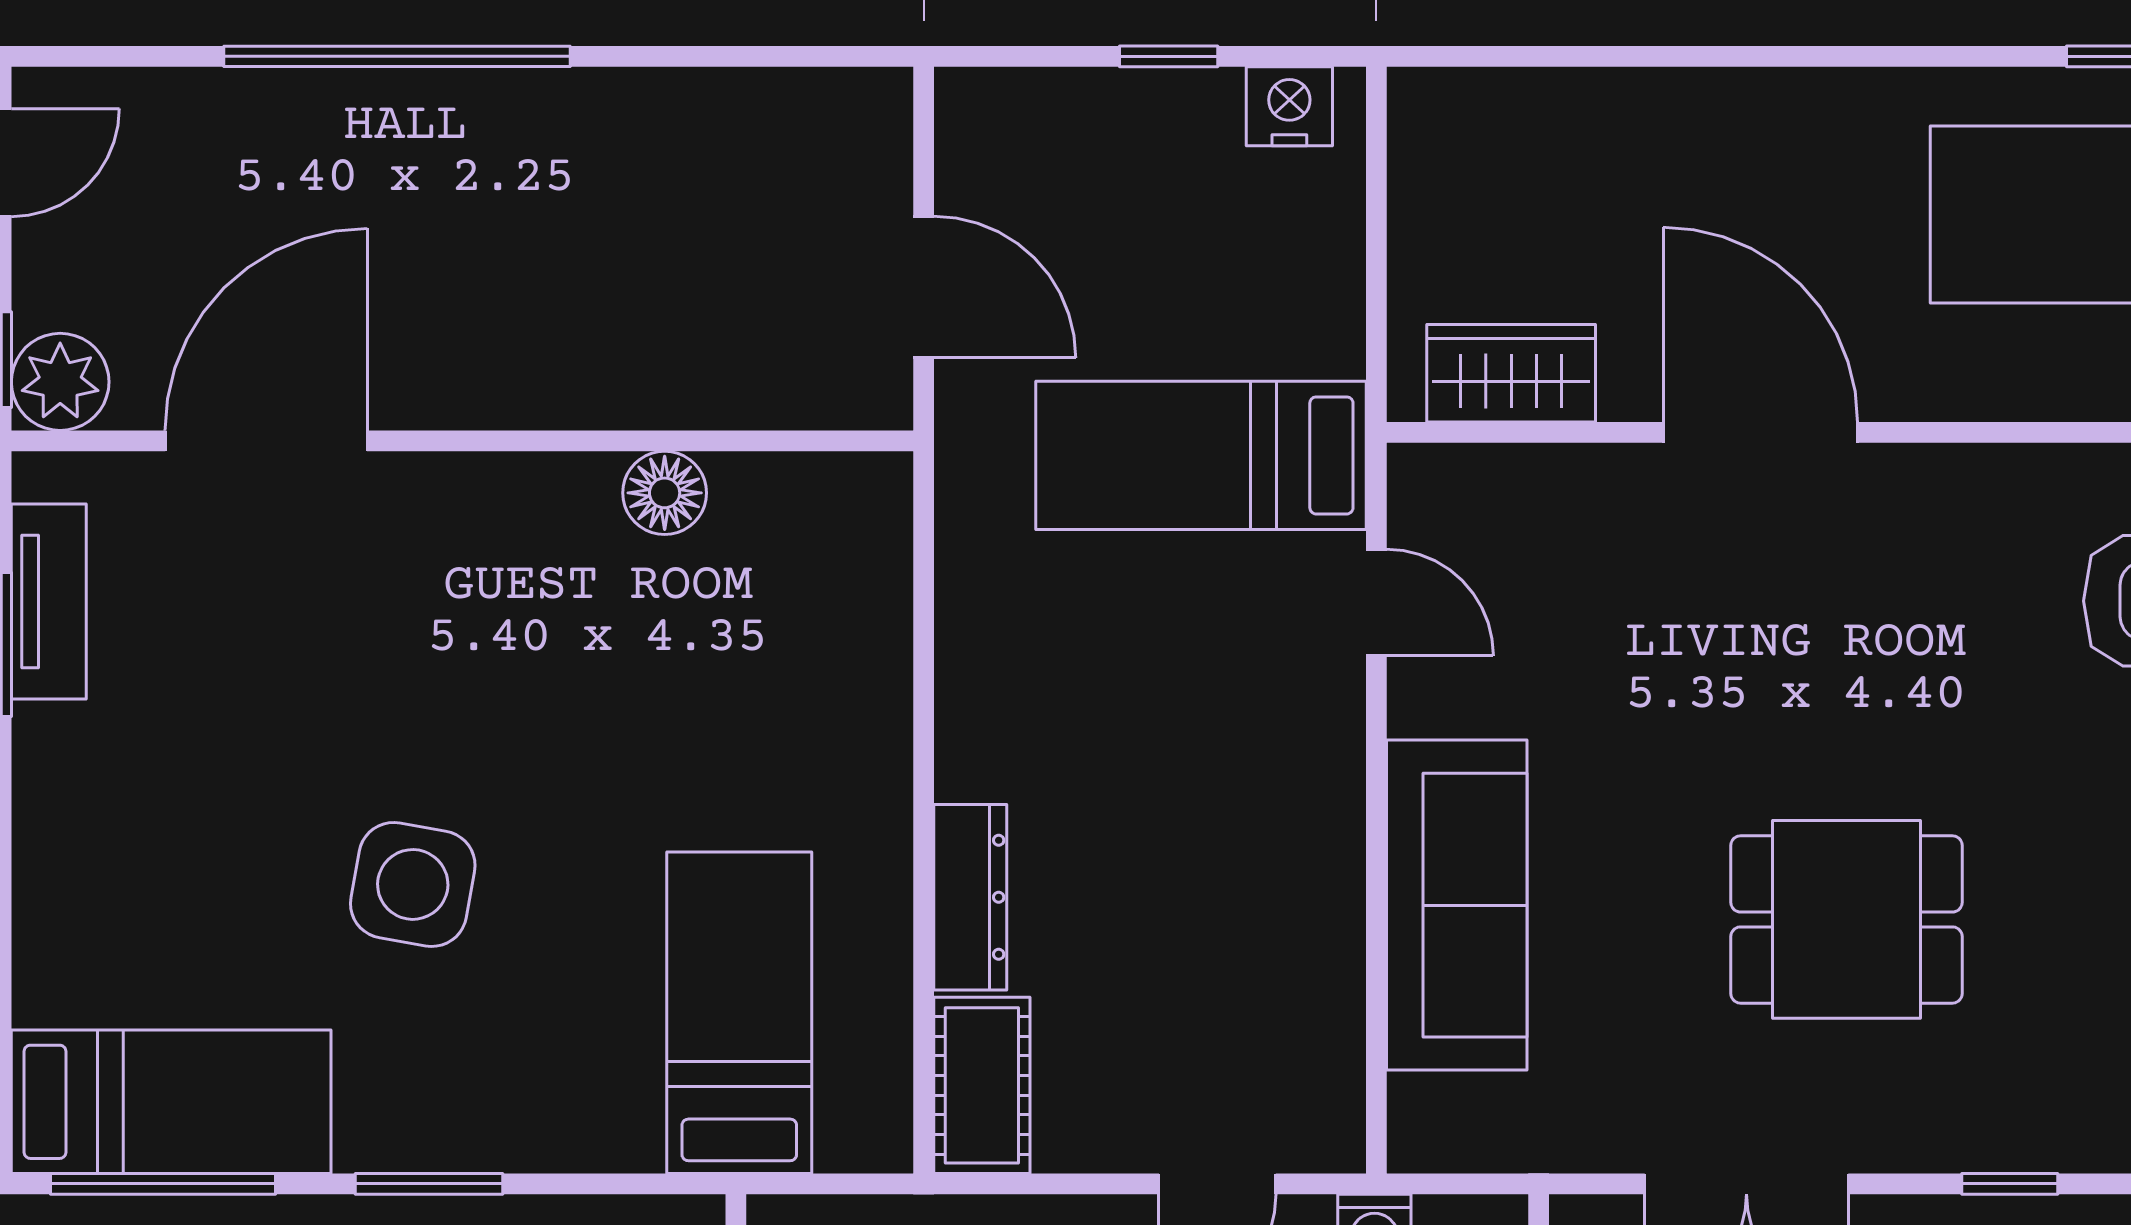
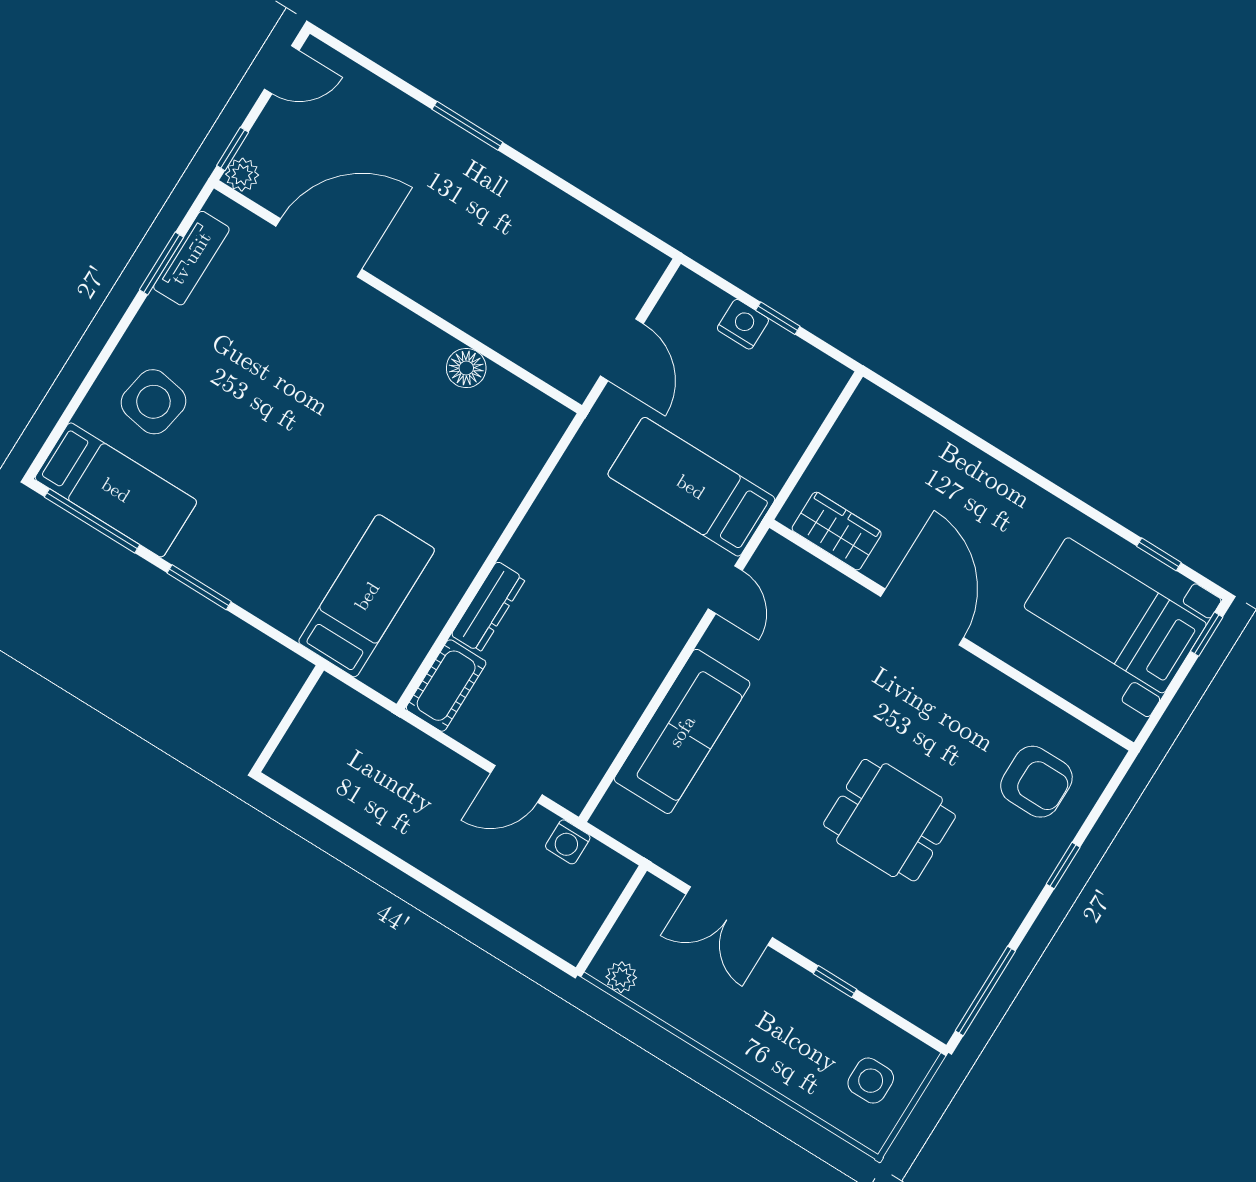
window: (397, 56) -> (467, 126), width x0.47
nightstand: (1289, 106) -> (743, 324), moved
plant: (60, 382) -> (242, 175), width x0.73, depth x0.73
side table: (413, 884) -> (153, 402), moved
dining table: (1846, 919) -> (890, 820), moved

